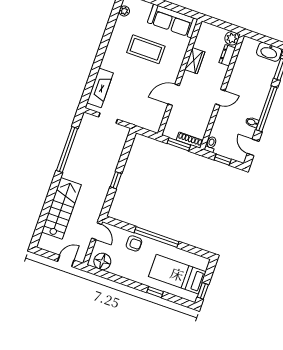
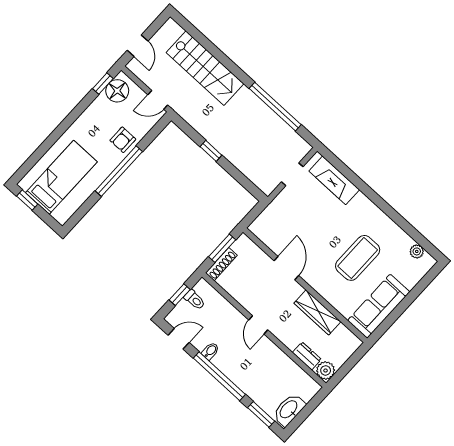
wardrobe: (195, 61) -> (317, 312), width x1.50
toilet: (211, 144) -> (195, 300), moved
window: (155, 292) -> (103, 84), moved

